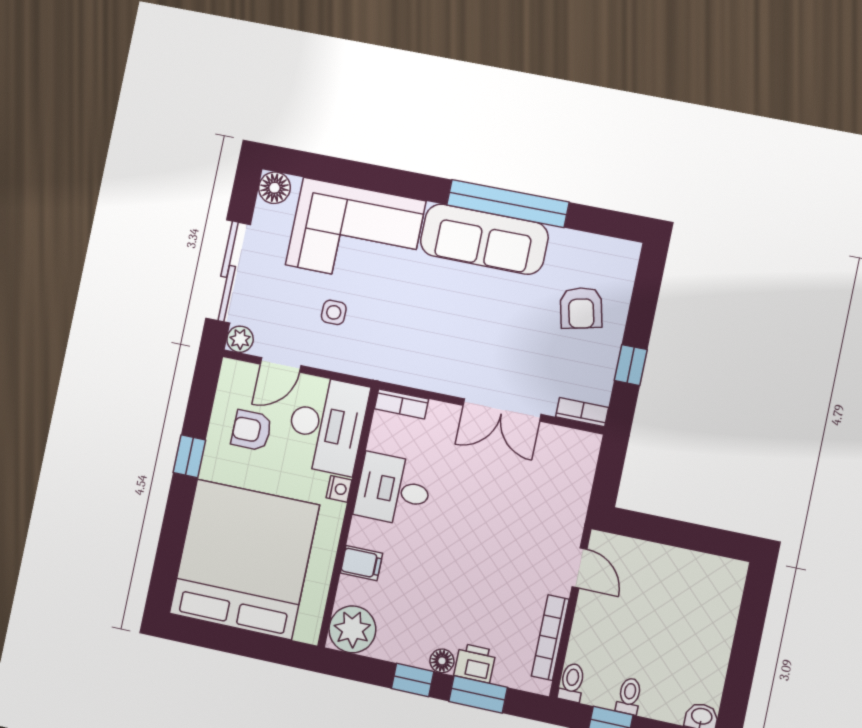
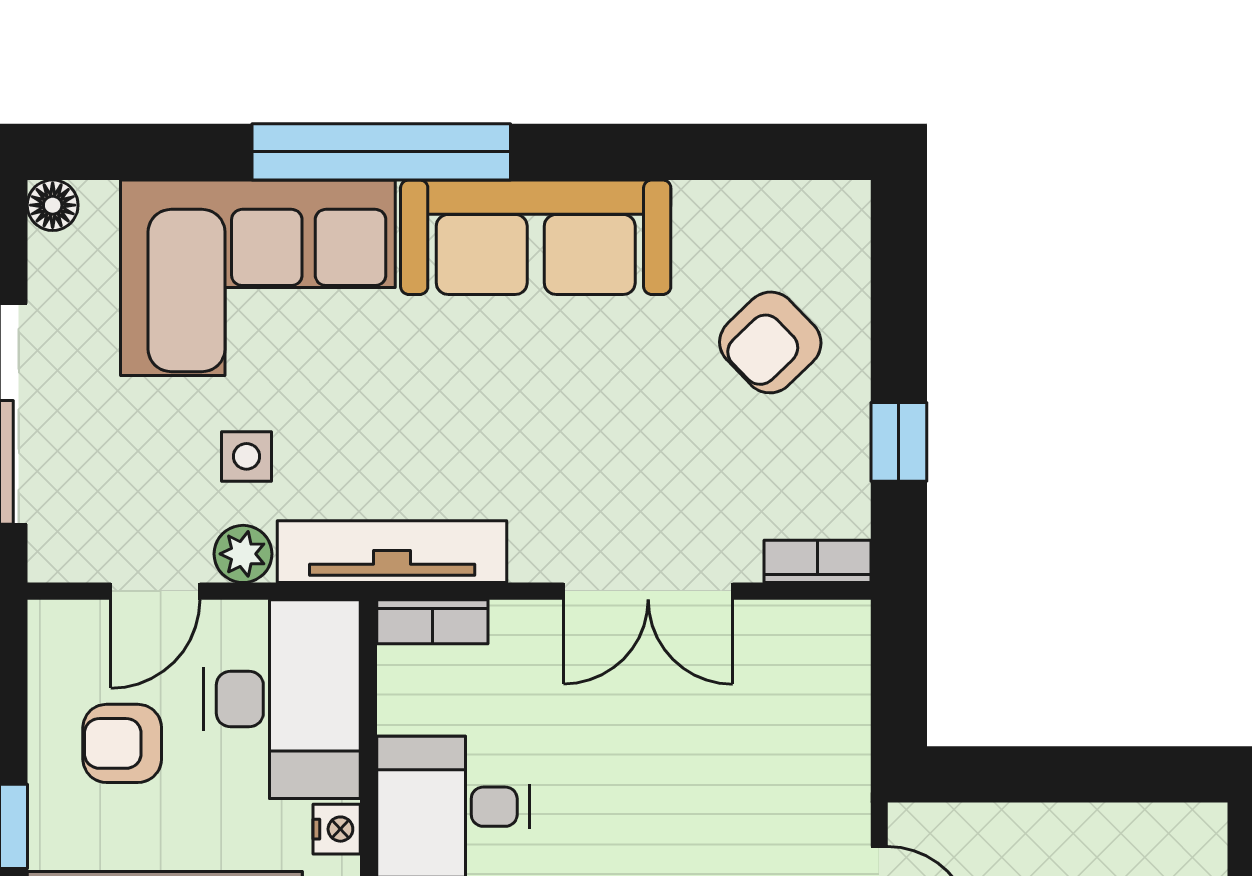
floor lamp: (274, 188) -> (53, 205), width x0.73, depth x0.73
window: (508, 204) -> (381, 152), moved
armchair: (581, 308) -> (770, 342), turned 59
plant: (240, 339) -> (243, 554), moved
tv unit: (390, 369) -> (392, 552), added

